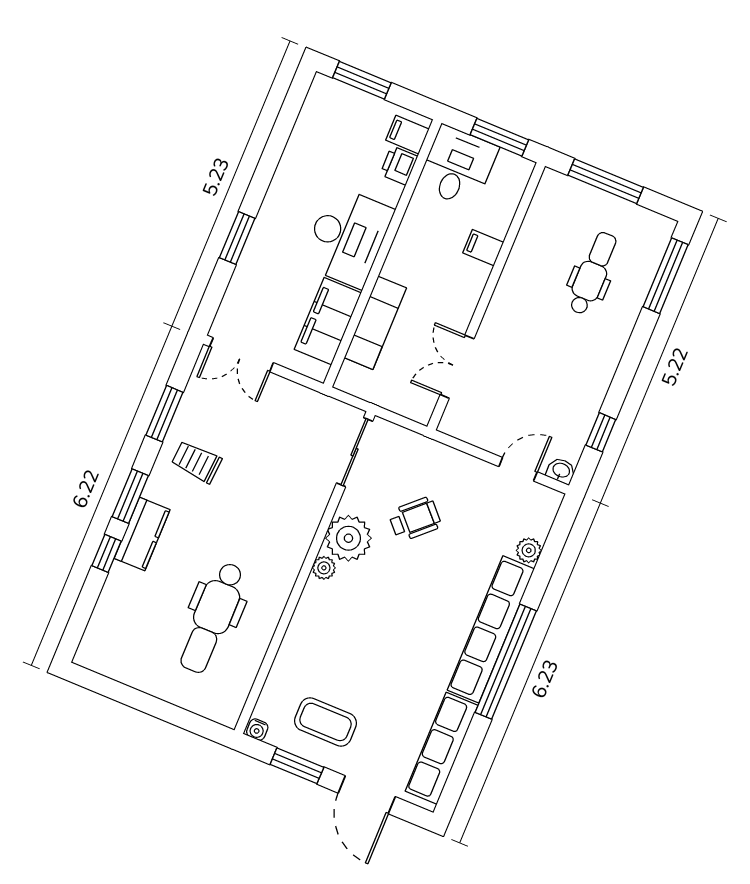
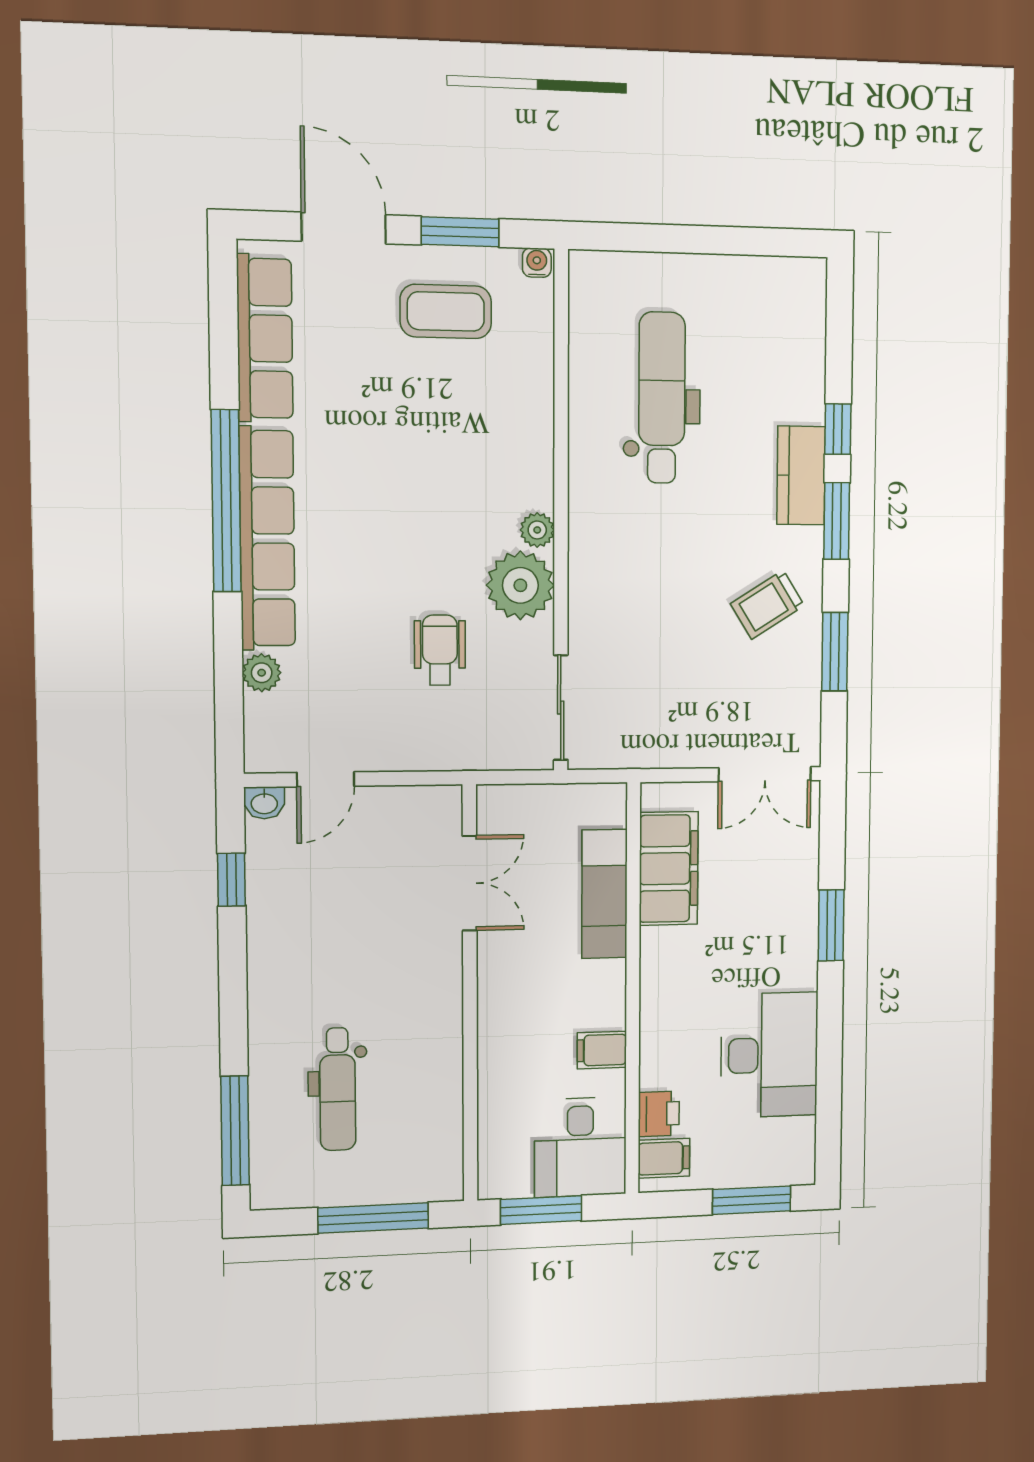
desk: (347, 237) -> (769, 1055), moved, turned 180
filing cabinet: (483, 248) -> (602, 1050), moved, turned 180
double door: (241, 355) -> (765, 774), swing flipped
trolley: (196, 462) -> (767, 605), turned 144
wheelchair: (415, 519) -> (440, 650), turned 133

